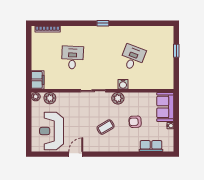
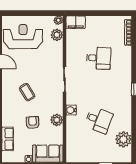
plant: (151, 34) -> (123, 139), added
plant: (118, 98) -> (57, 120), moved

